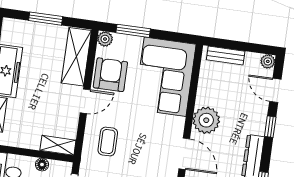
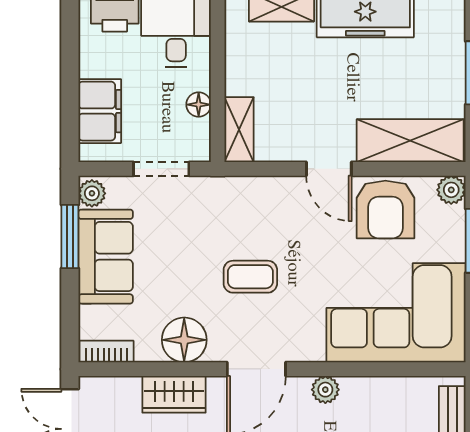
armchair: (110, 75) -> (385, 209), turned 90
plant: (206, 120) -> (325, 390), width x0.53, depth x0.53
coffee table: (108, 142) -> (250, 277), moved

